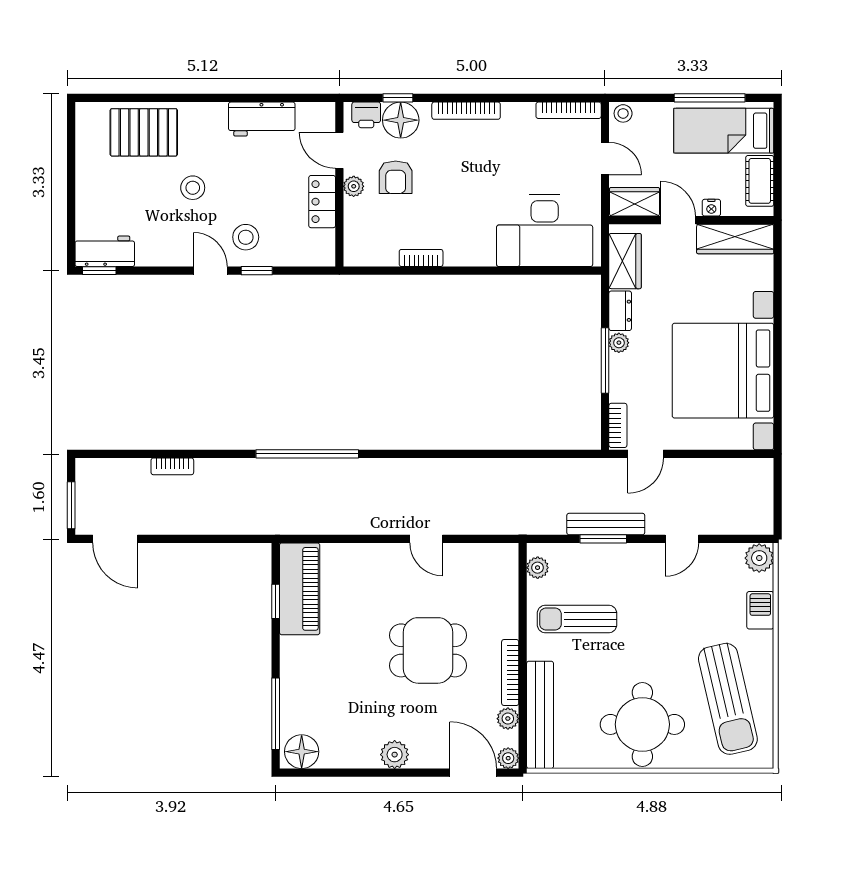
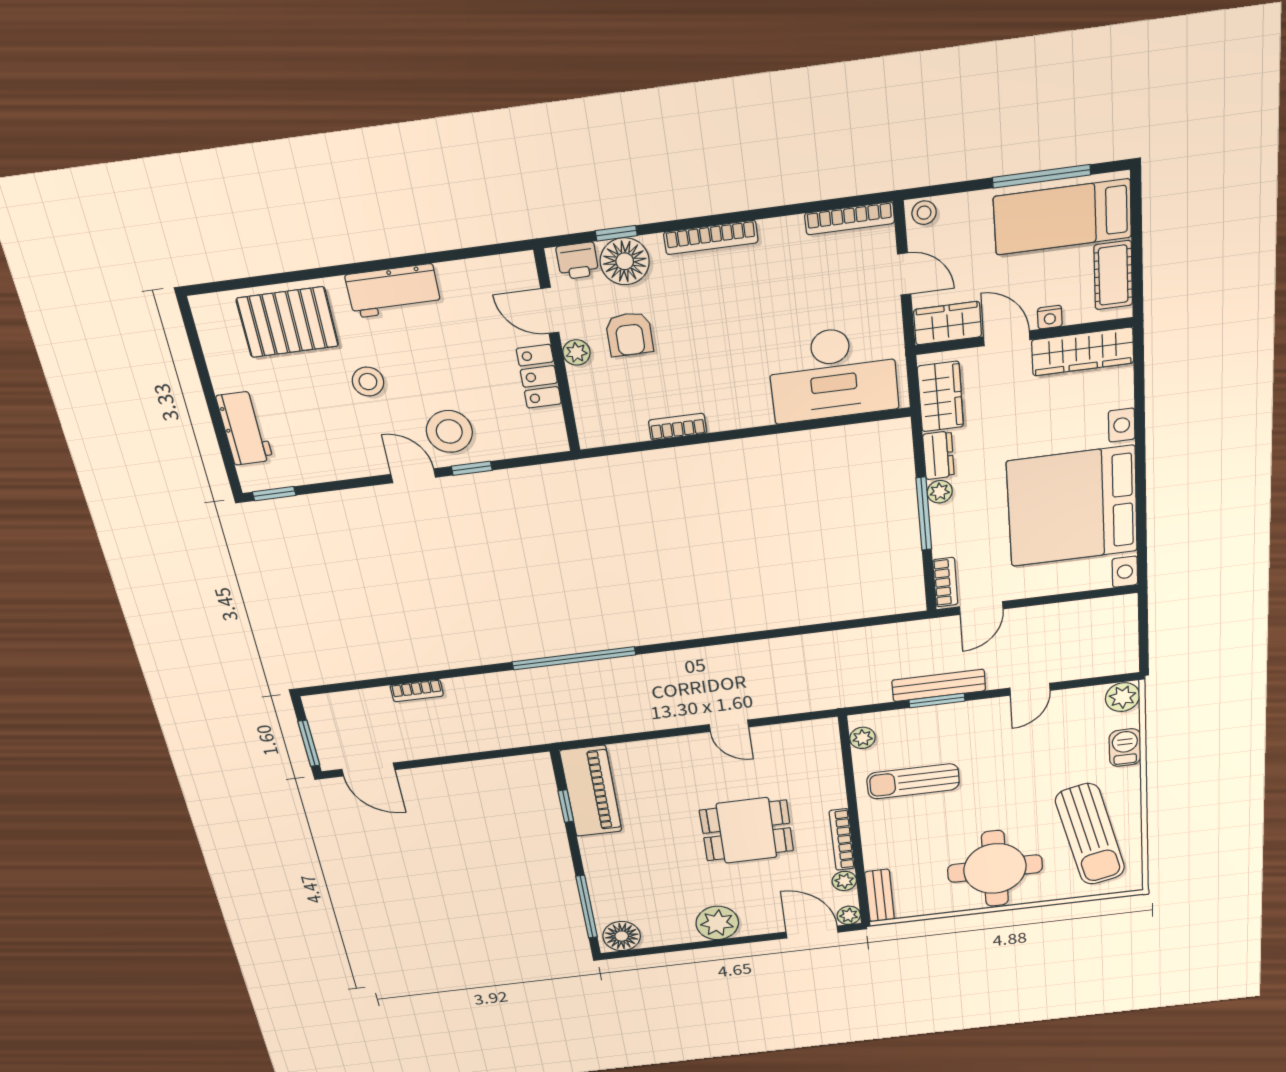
workbench: (262, 119) -> (393, 291), moved
stool: (246, 237) -> (449, 431), width x1.38, depth x1.38
workbench: (105, 251) -> (245, 428), moved, turned 90
bench: (540, 715) -> (879, 896), width x0.54, depth x0.82
plant: (395, 755) -> (717, 923), width x1.36, depth x1.36

